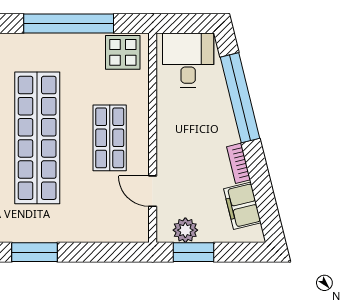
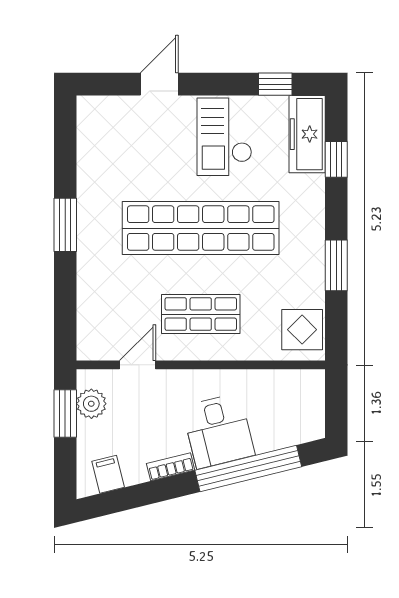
window: (69, 24) -> (336, 265), width x0.47
desk: (188, 60) -> (218, 431), moved, turned 76
filing cabinet: (242, 206) -> (108, 474), width x0.50

